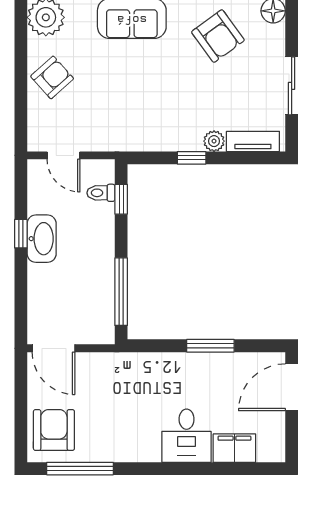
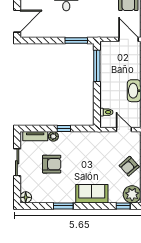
armchair: (218, 36) -> (52, 164), moved, turned 126
window: (121, 199) -> (97, 109), removed
window: (210, 346) -> (76, 41), moved

